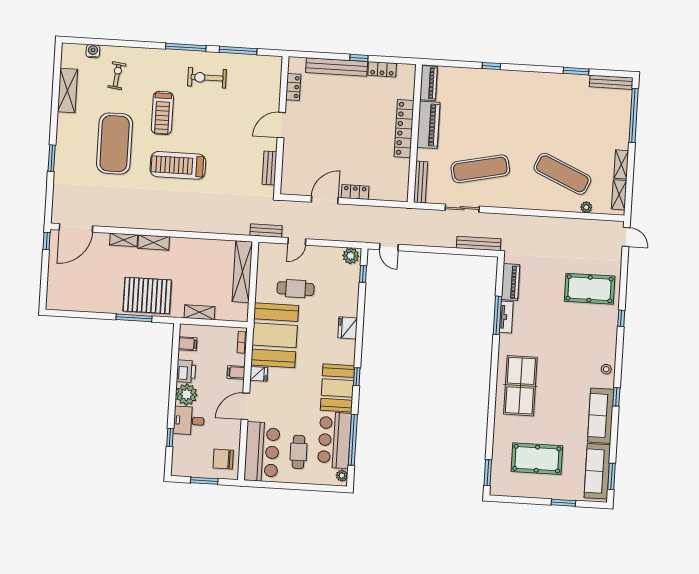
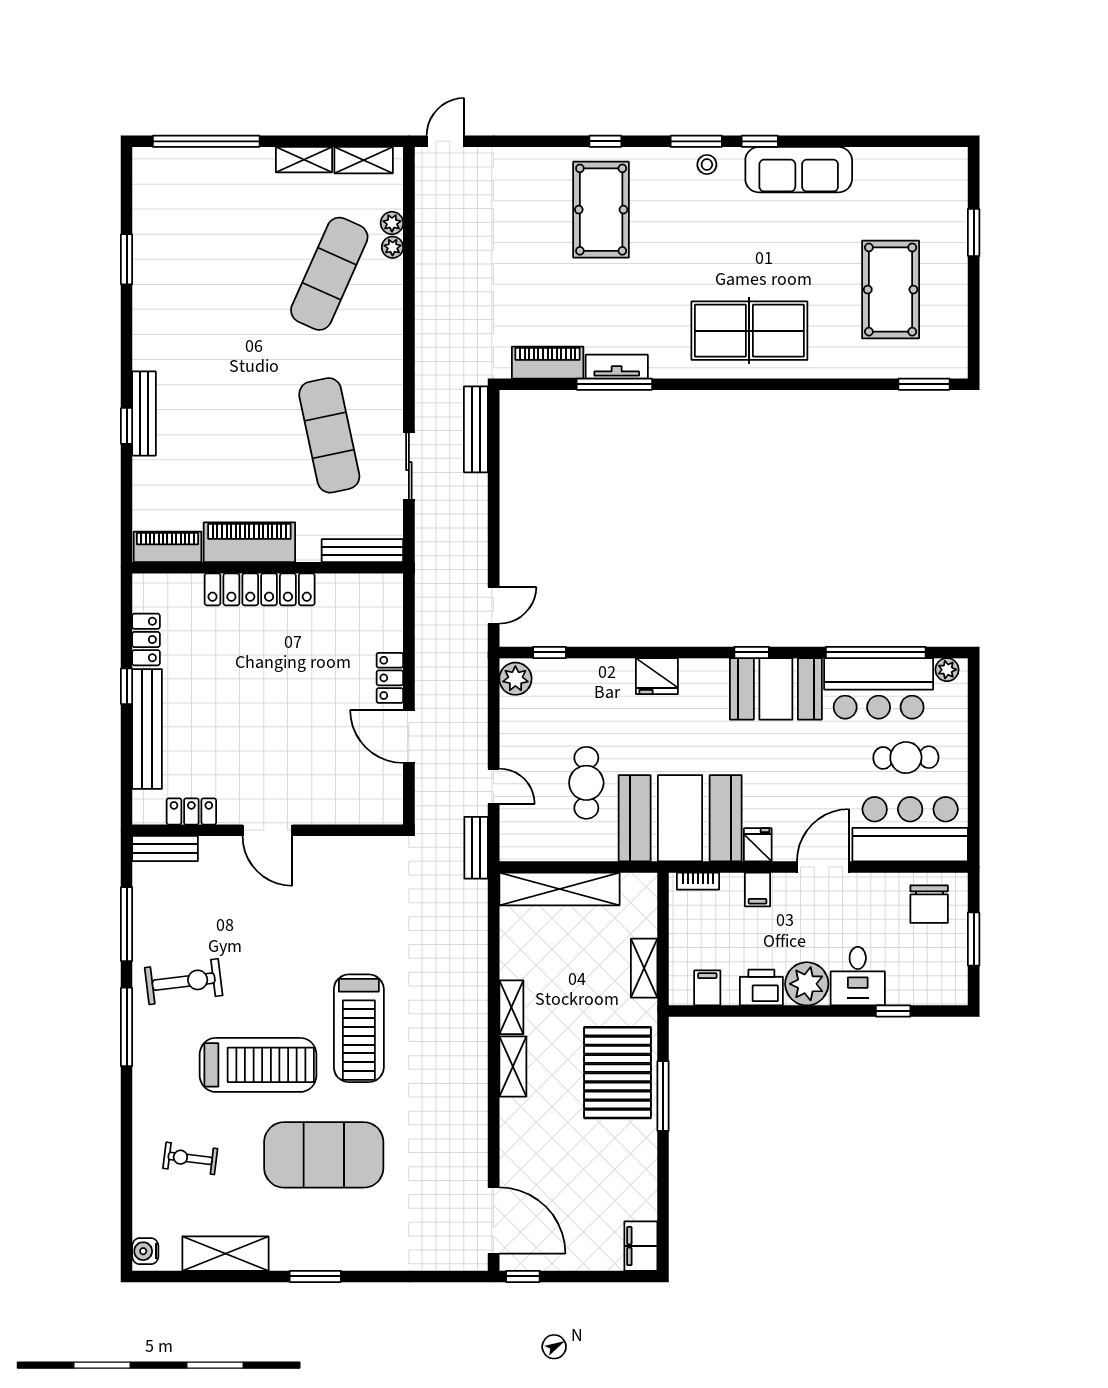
water cooler: (93, 51) -> (145, 1251), moved
exercise bike: (207, 78) -> (184, 982), turned -97
bench: (611, 82) -> (144, 414), moved
treadmill: (162, 113) -> (258, 1065), width x1.37, depth x1.38
window: (52, 158) -> (315, 1276), moved
bench: (269, 168) -> (165, 849), moved
plant: (574, 207) -> (393, 247), added
shelving: (124, 240) -> (511, 1007), moved
pool table: (590, 289) -> (601, 210), moved
filing cabinet: (58, 302) -> (641, 1246), added
door: (245, 406) -> (823, 867), swing flipped
sofa: (597, 471) -> (908, 170), removed
window: (611, 476) -> (696, 141), moved

